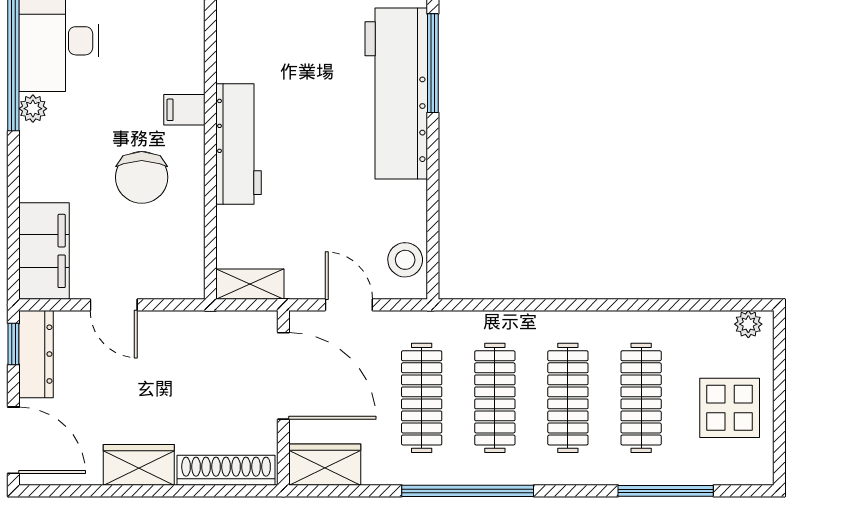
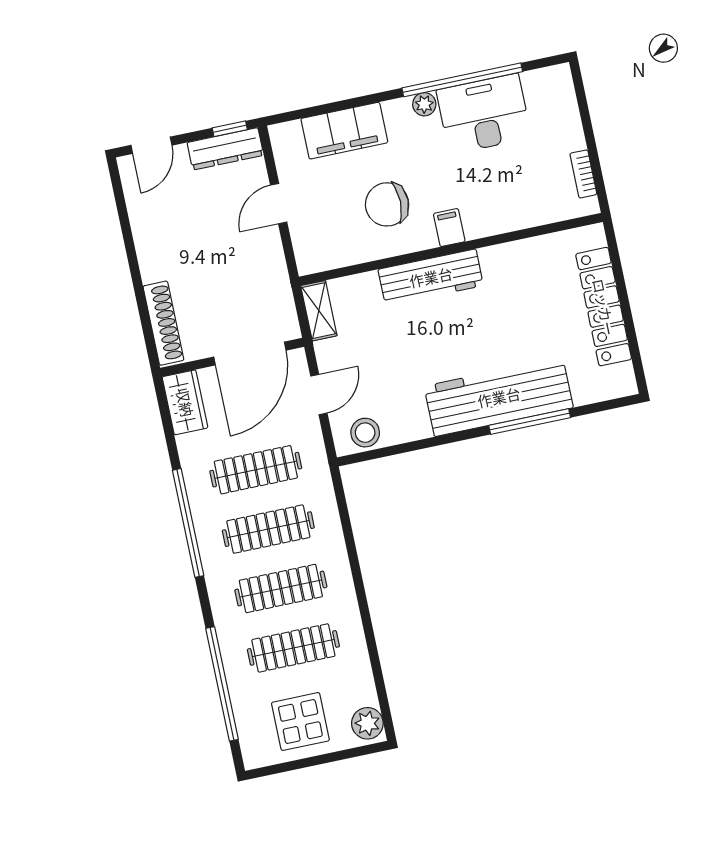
filing cabinet: (44, 251) -> (344, 131), moved
plant: (748, 324) -> (367, 723), width x1.38, depth x1.38
door: (13, 440) -> (151, 145), width x0.73
wardrobe: (139, 465) -> (153, 251), removed
window: (666, 491) -> (222, 684), width x1.46

